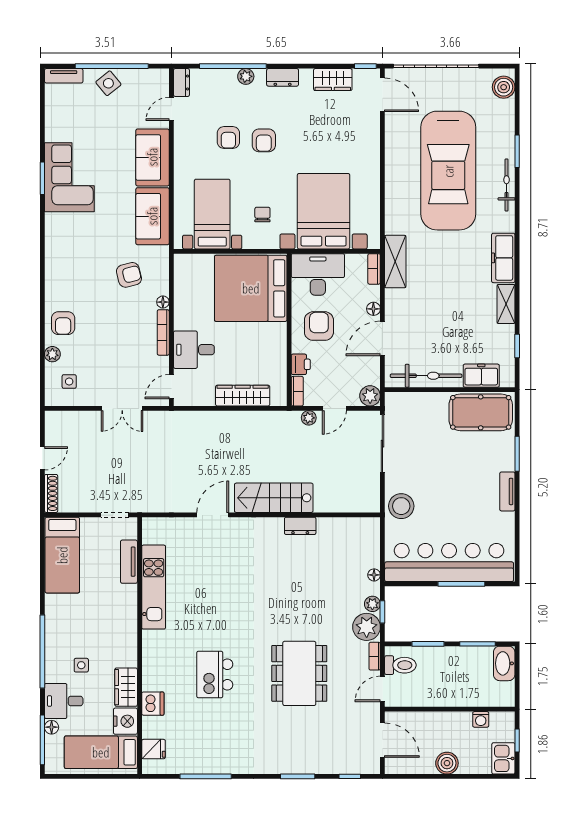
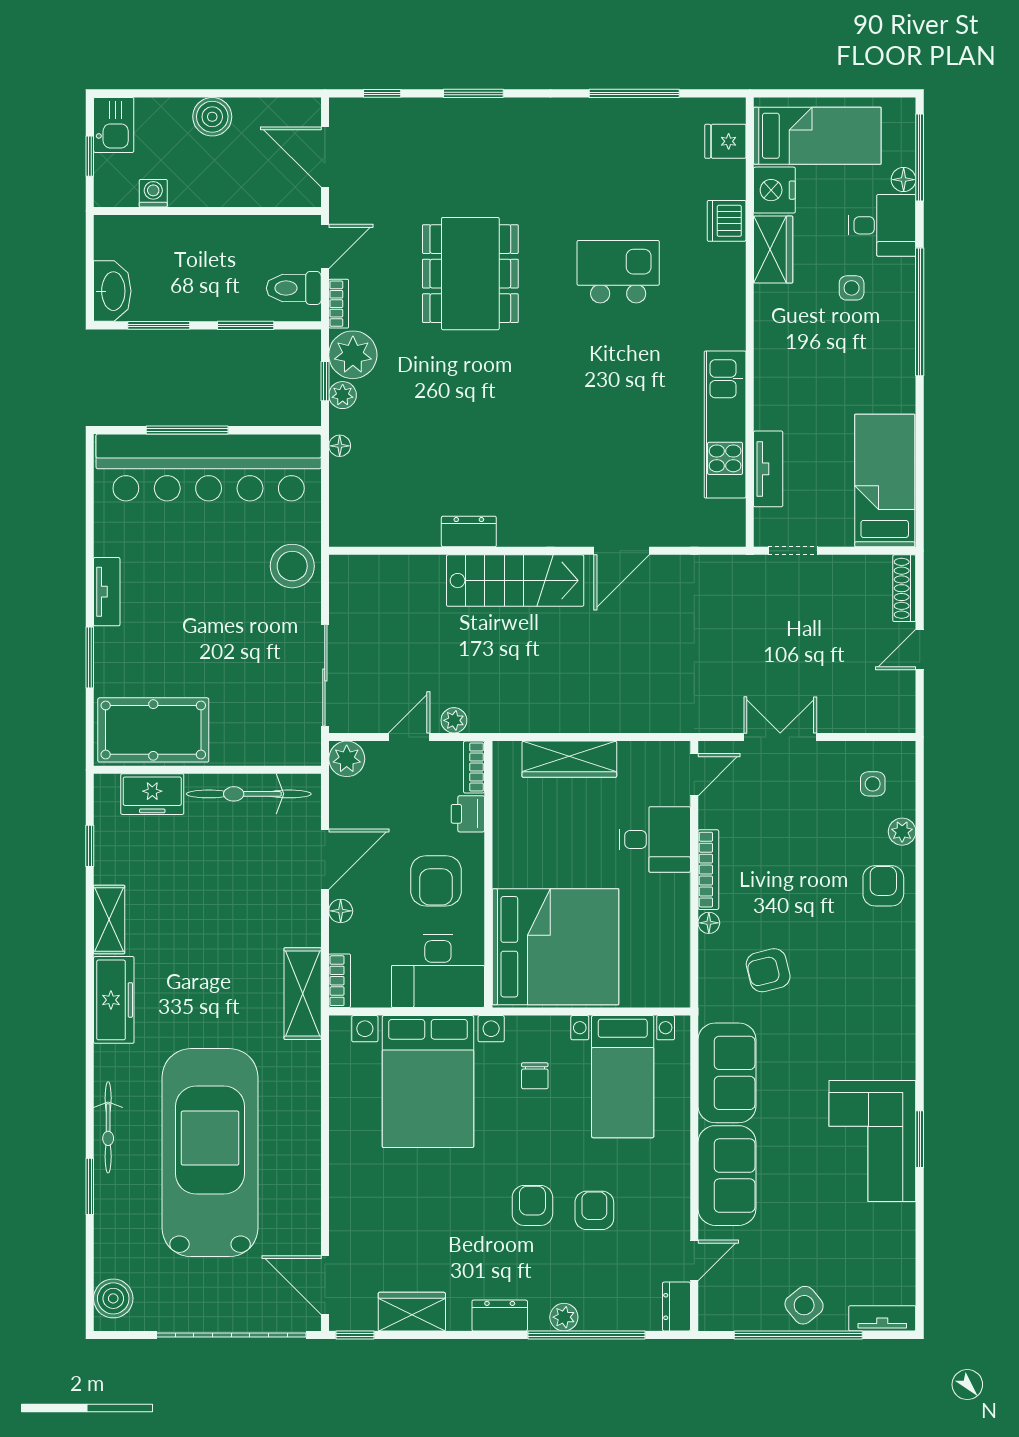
kitchen island: (215, 675) -> (618, 272), turned -90

